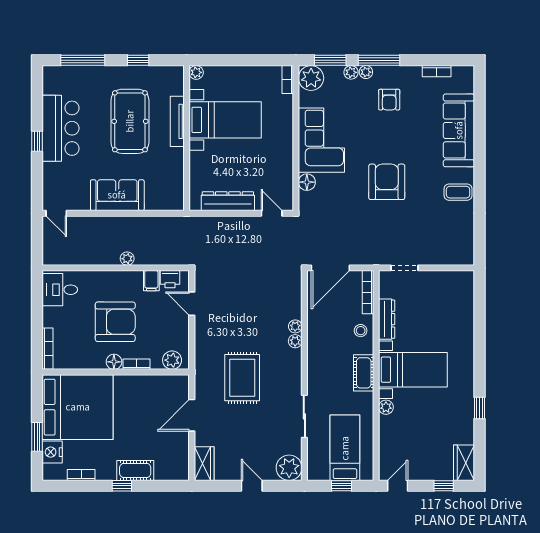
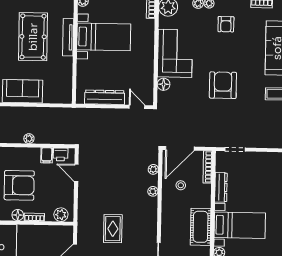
stool: (361, 331) -> (181, 185), moved
plant: (295, 341) -> (153, 169), moved
cot: (364, 373) -> (201, 227), width x1.37, depth x1.34
rug: (242, 378) -> (113, 229), width x0.73, depth x0.70

